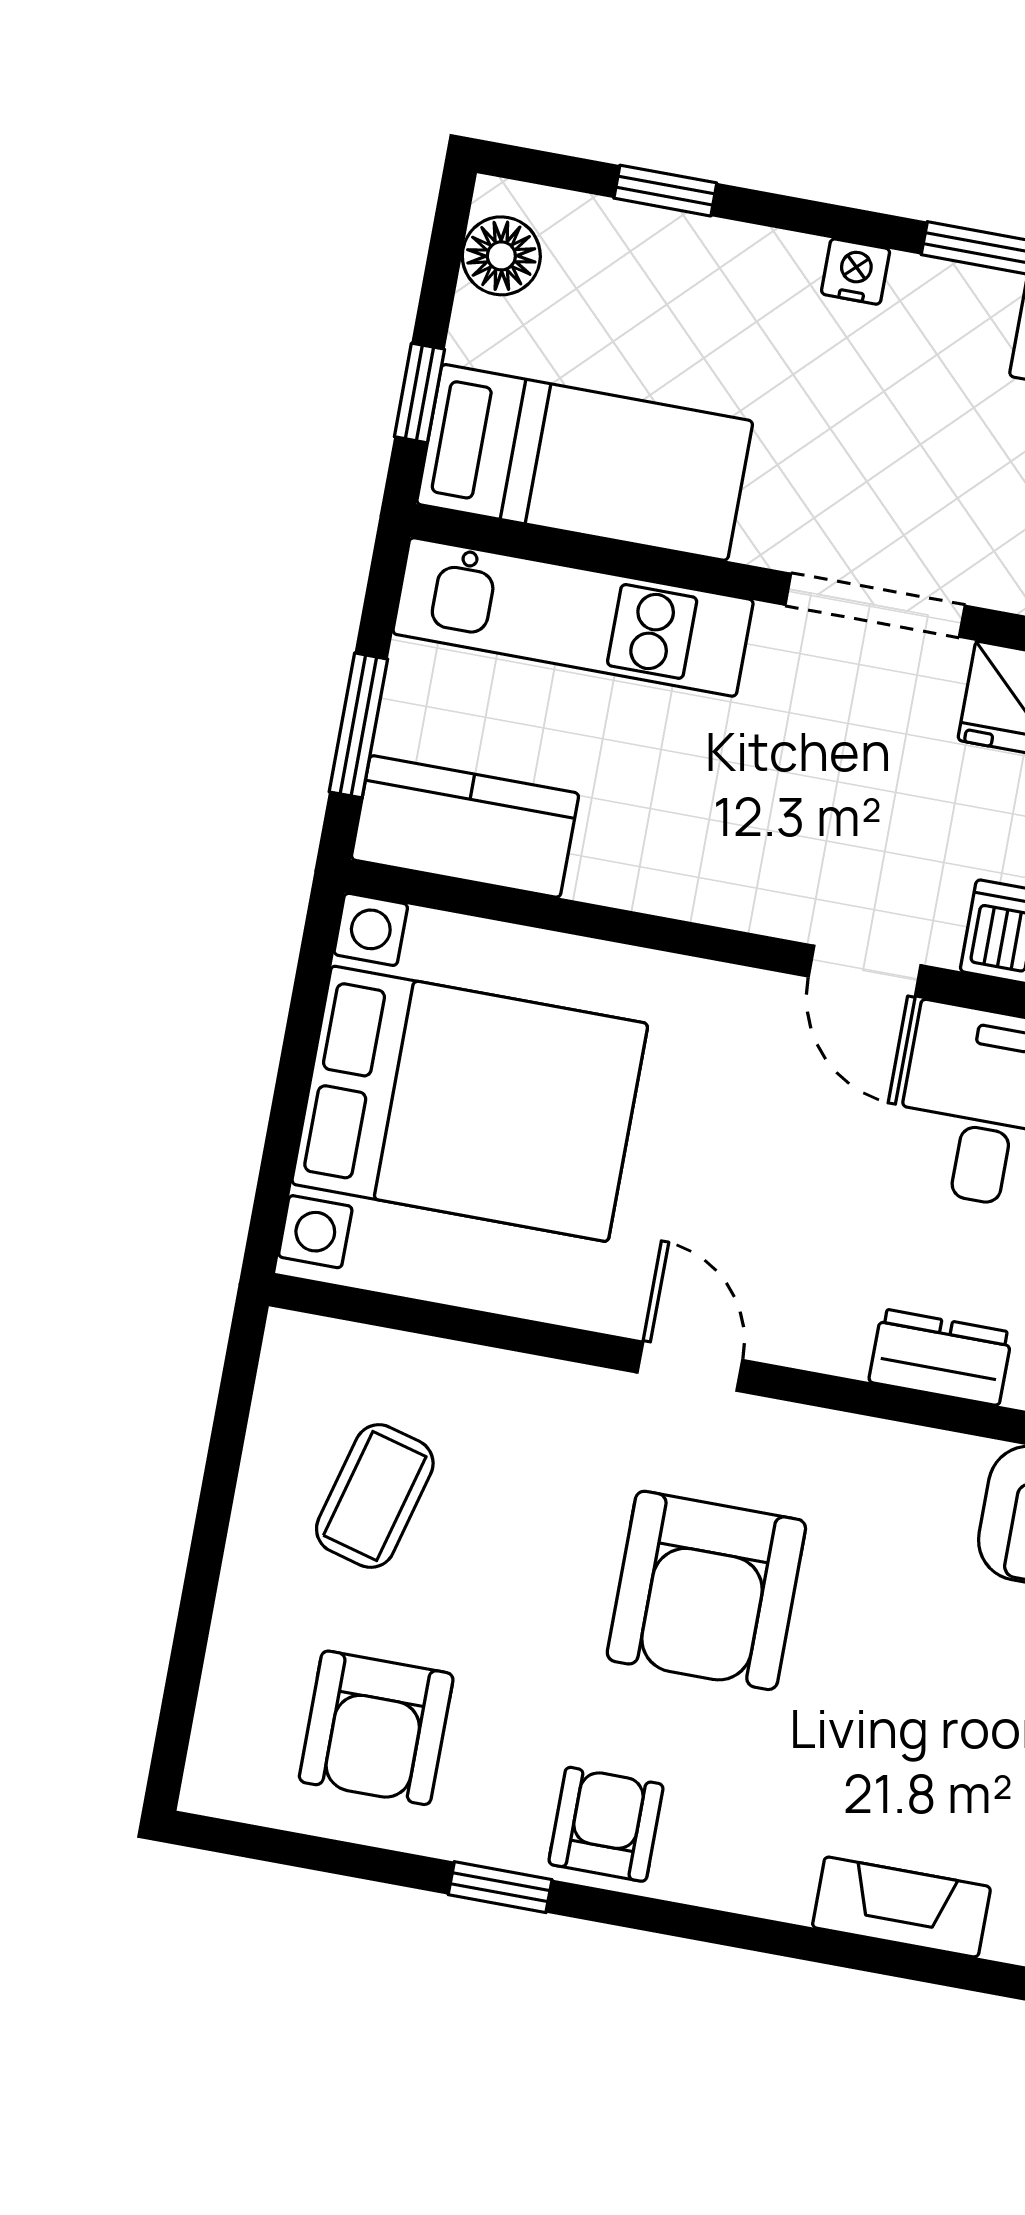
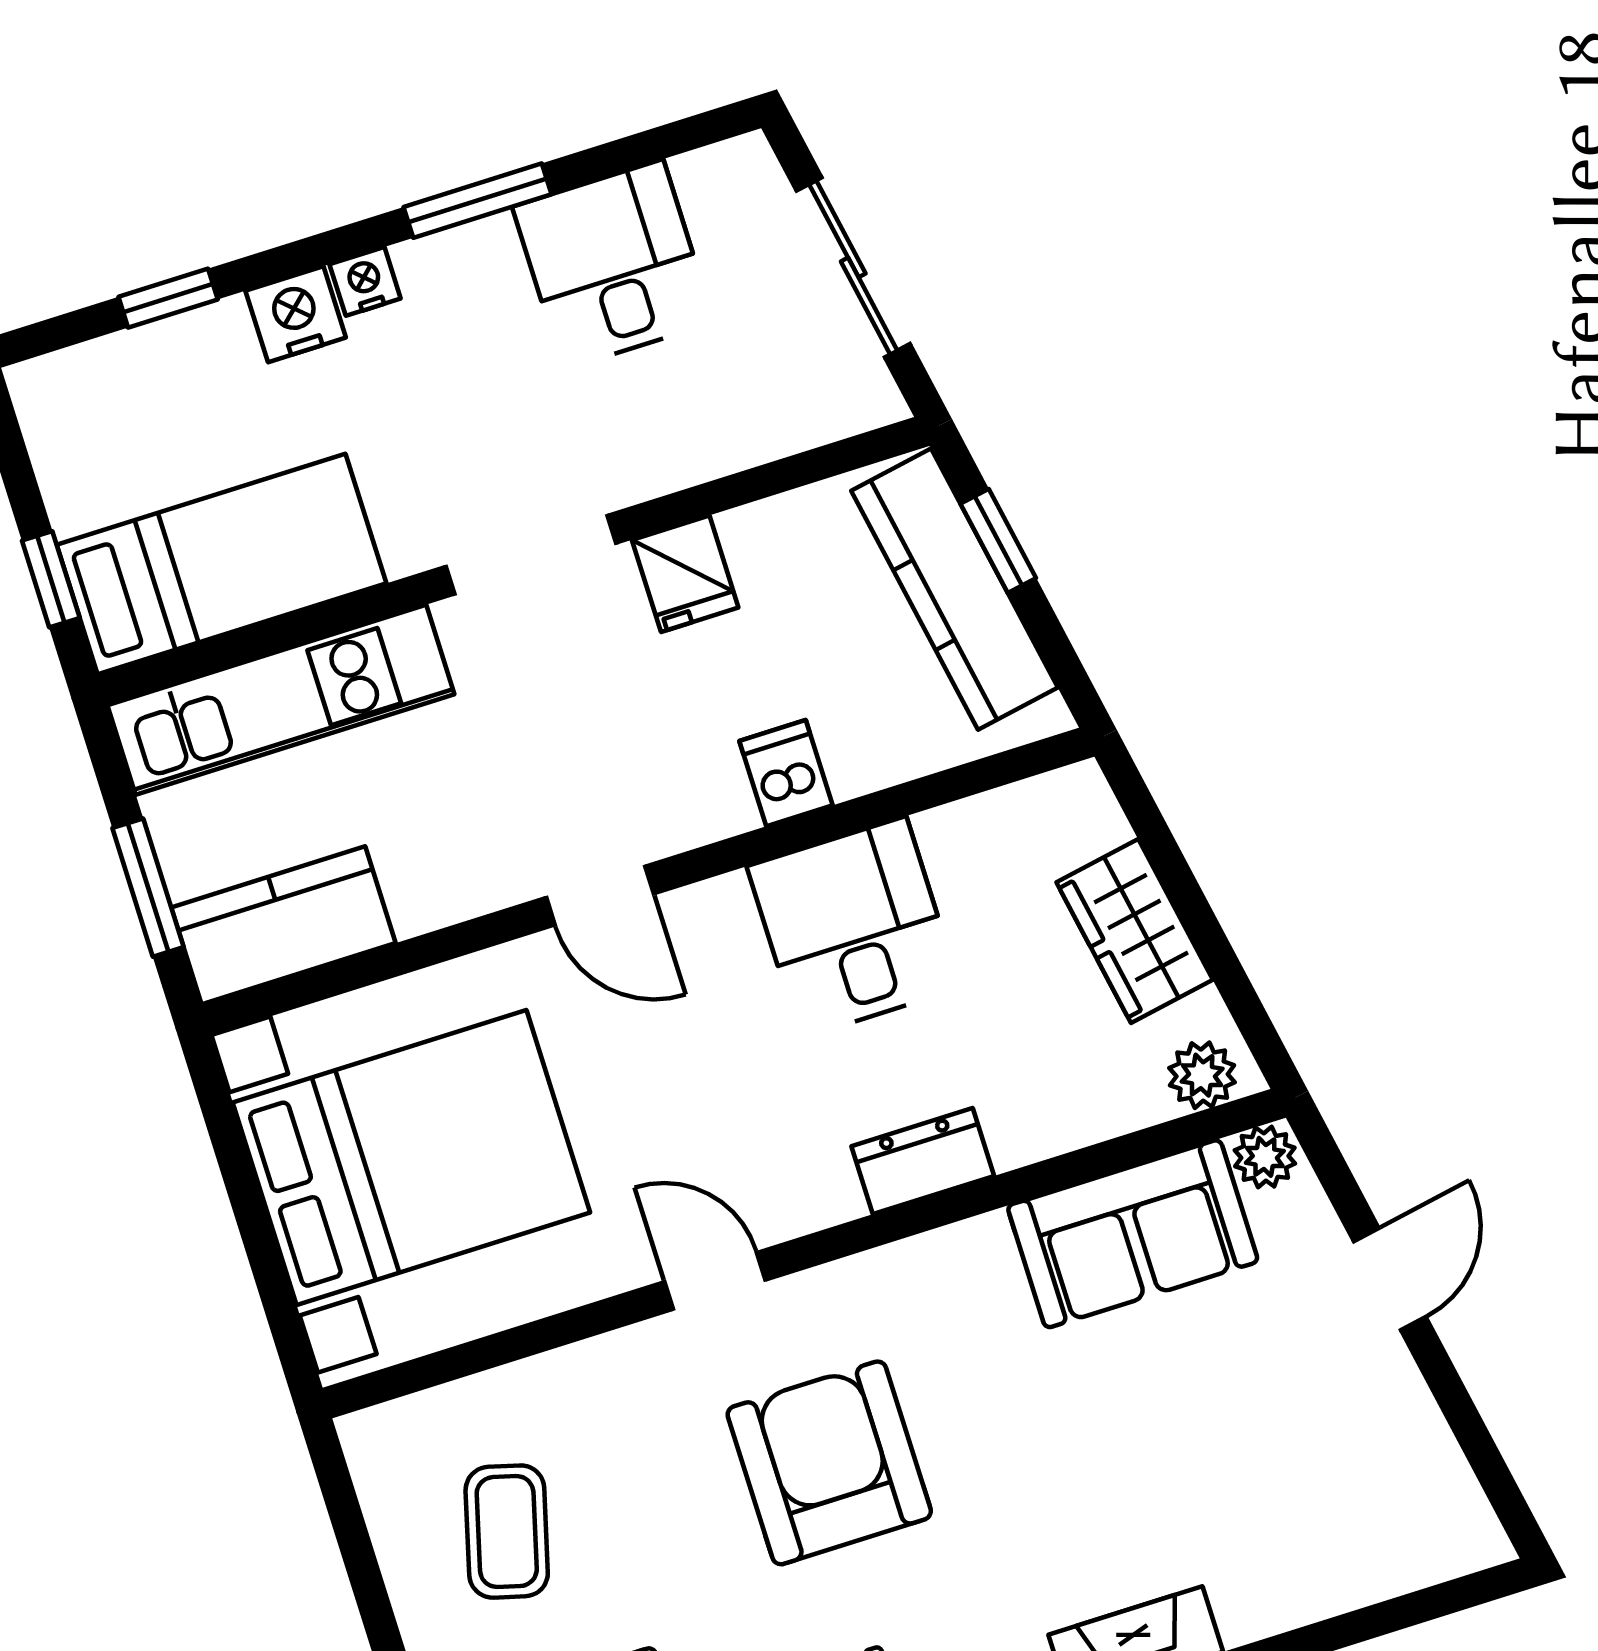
floor lamp: (501, 256) -> (59, 427), removed
nightstand: (775, 268) -> (296, 314), added
door: (865, 971) -> (600, 896), moved
armchair: (706, 1590) -> (829, 1463), turned 180

